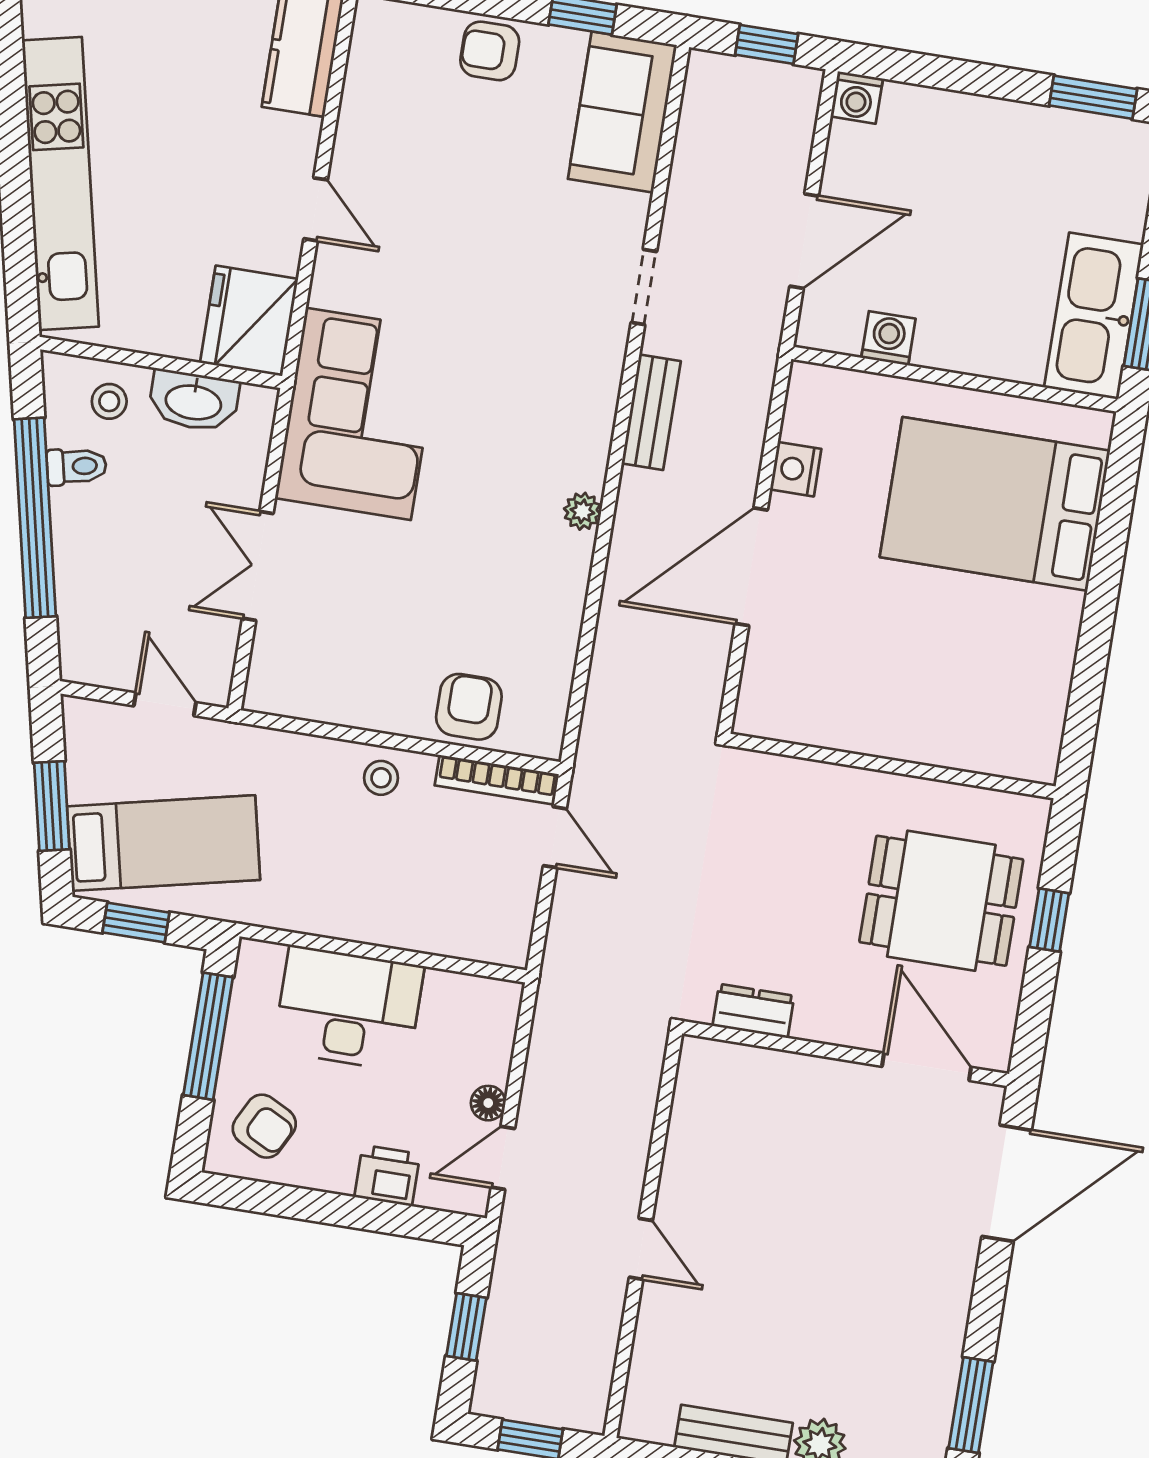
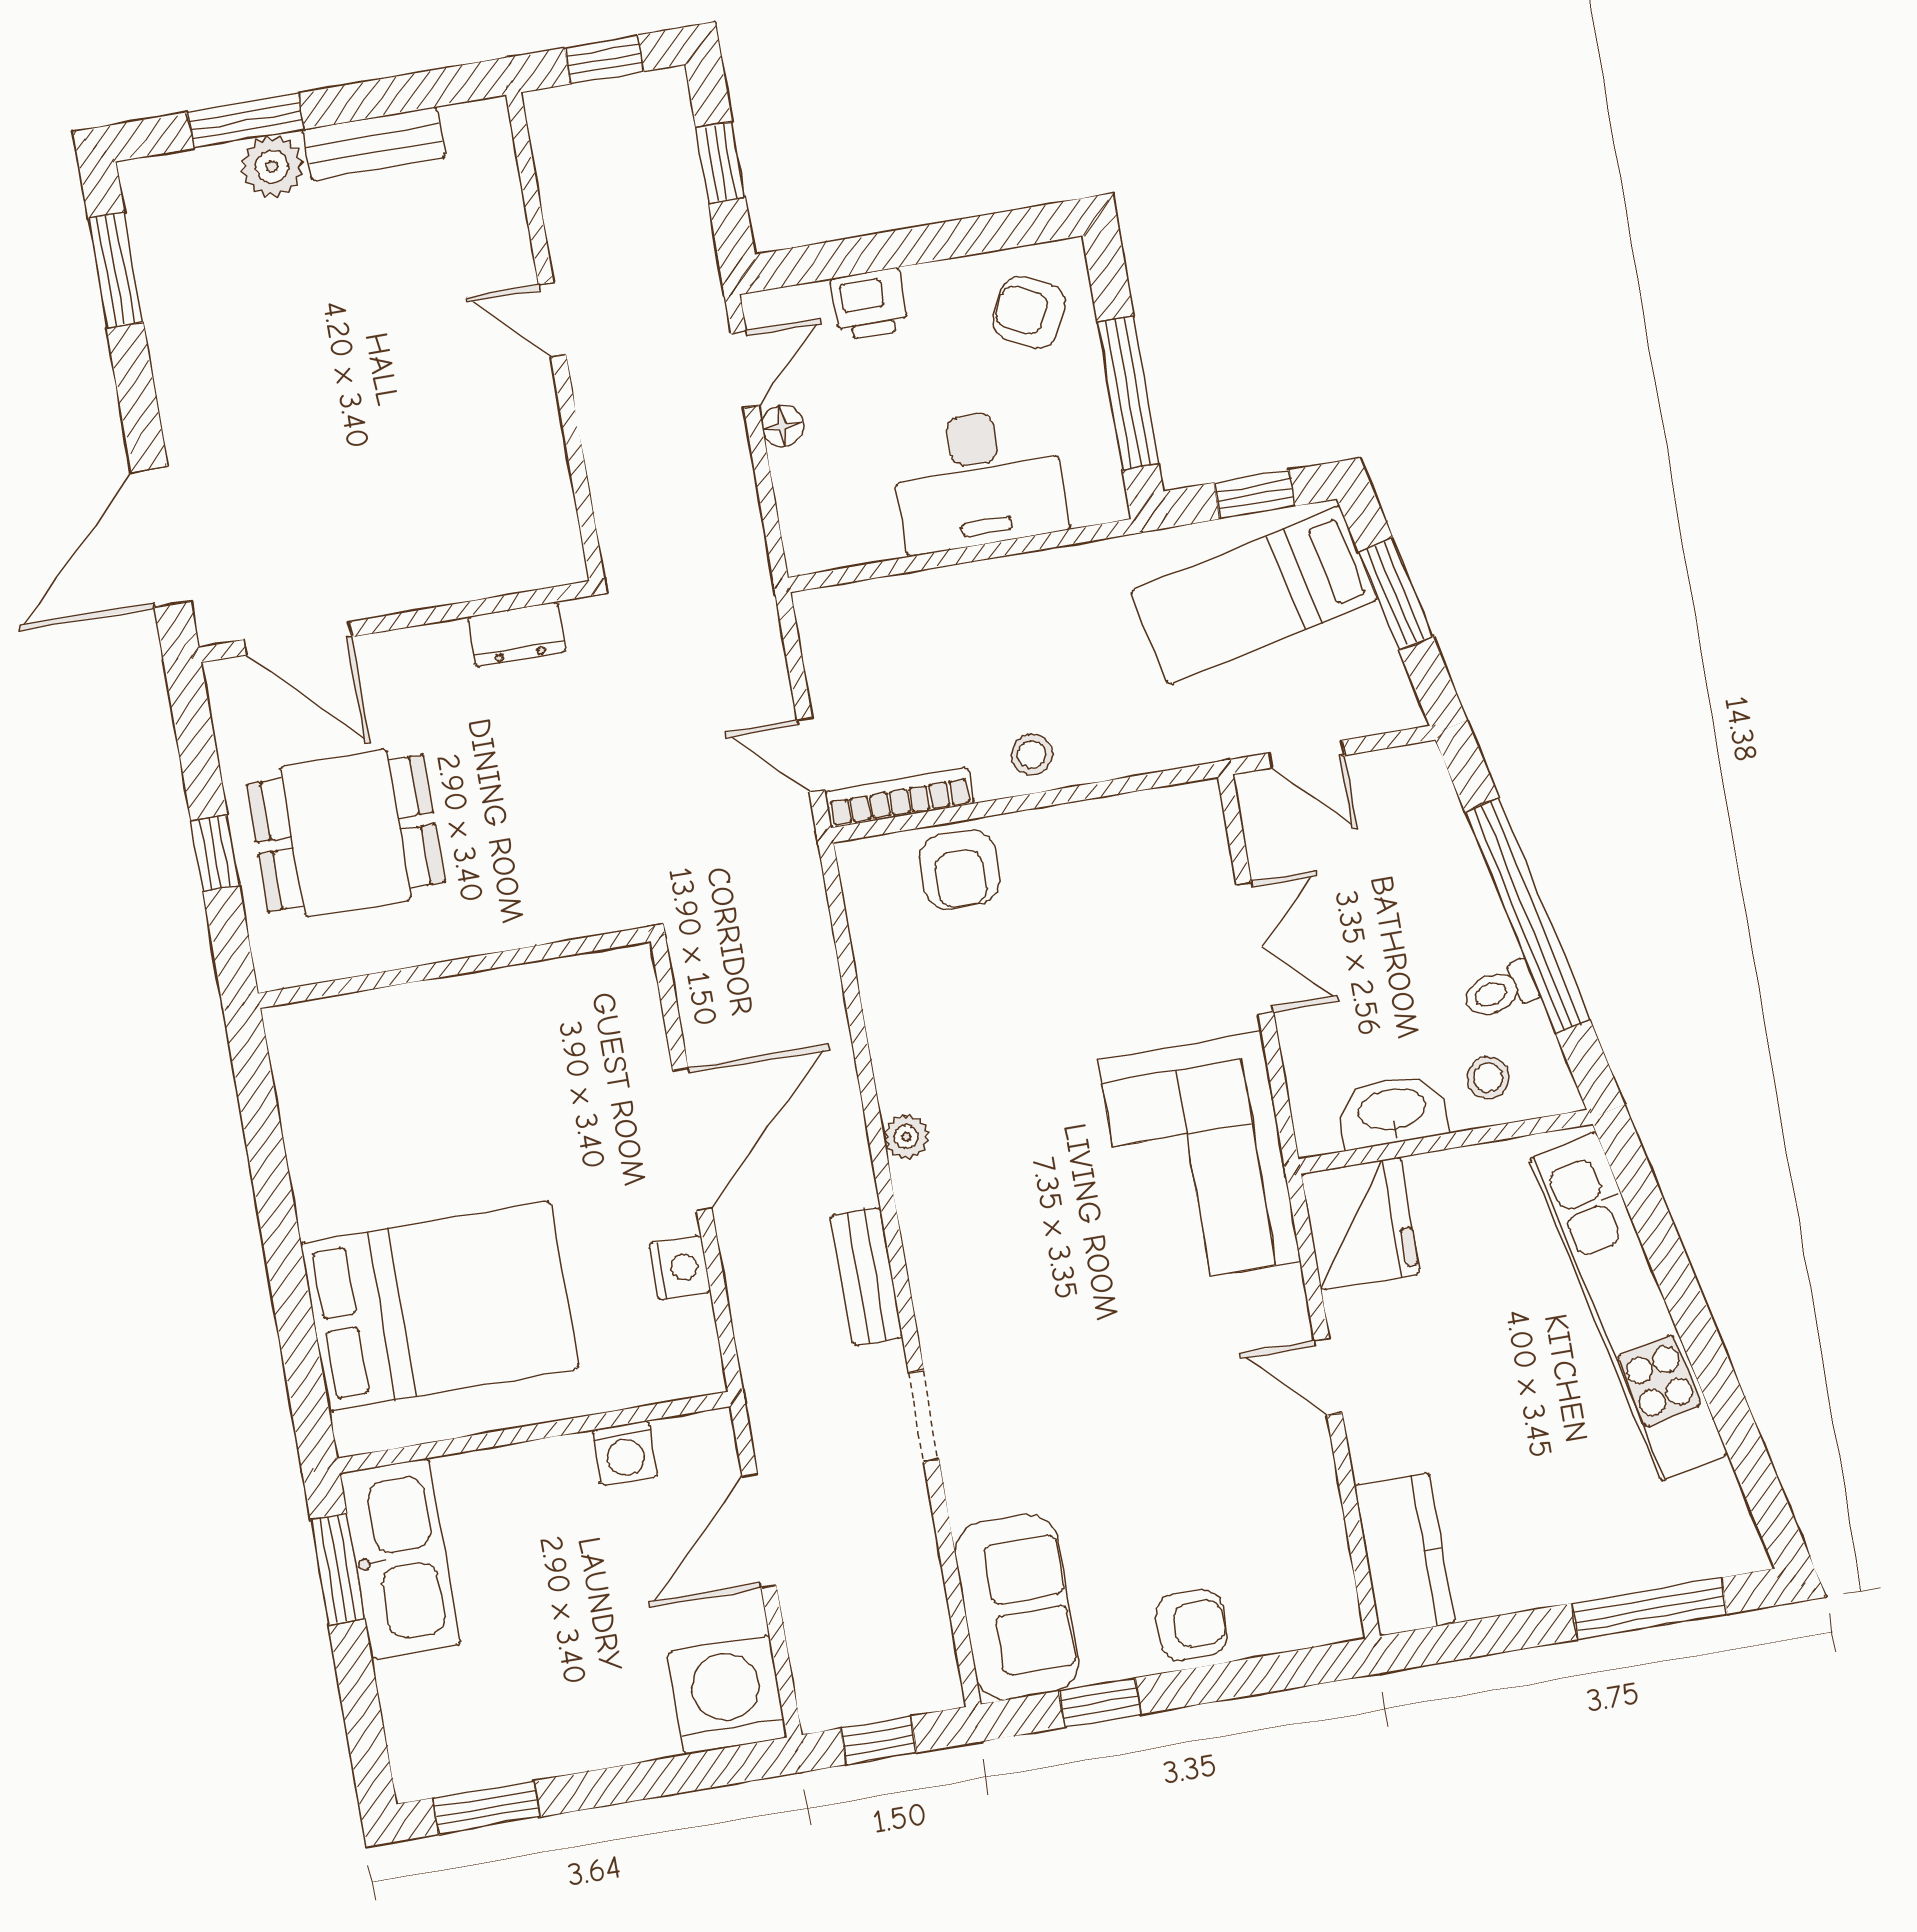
washing machine: (857, 97) -> (727, 1695), width x1.89, depth x1.89

